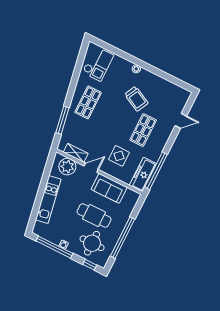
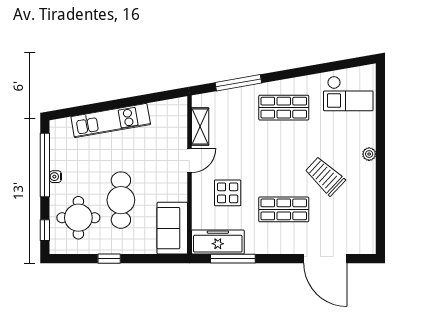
trolley: (136, 99) -> (325, 176), turned 106
door: (181, 121) -> (325, 259), width x1.87
plant: (67, 167) -> (174, 124), removed
door: (91, 168) -> (189, 160), hinge flipped
window: (156, 171) -> (233, 259), width x0.68
sofa: (109, 188) -> (172, 228), moved
window: (122, 238) -> (109, 259), width x0.32

